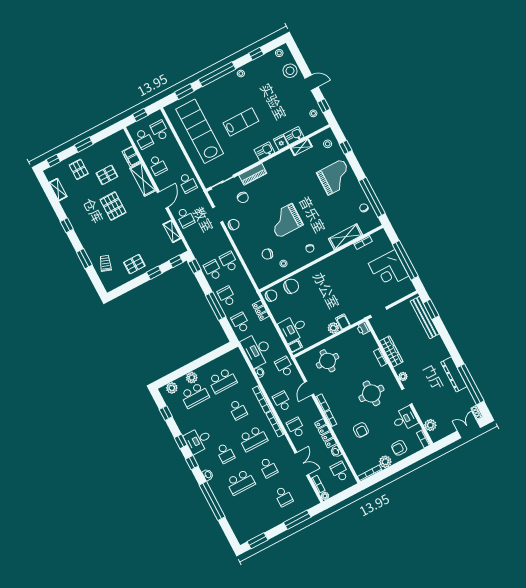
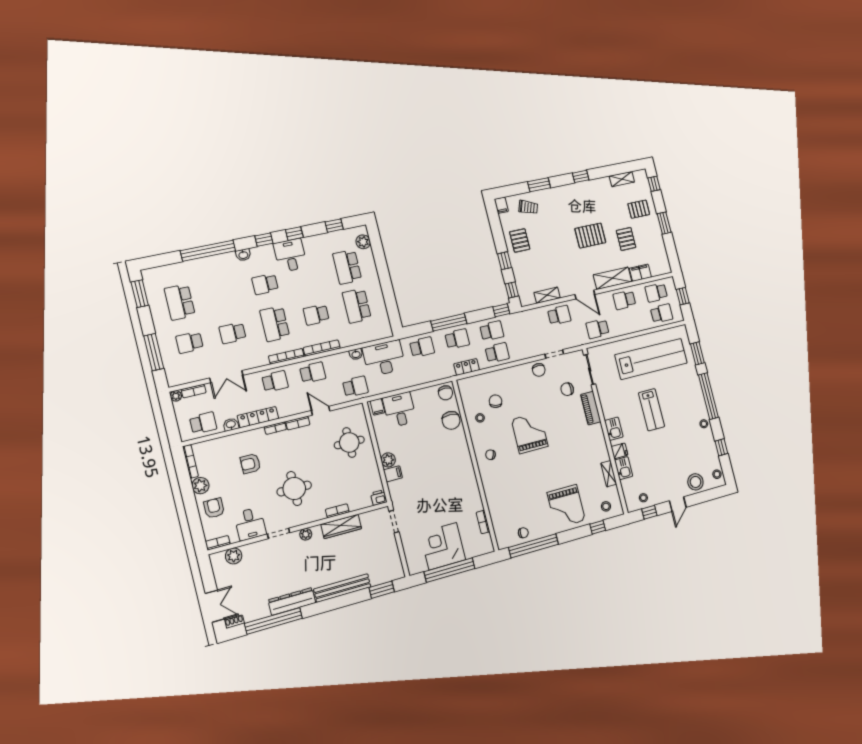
school desk: (185, 218) -> (559, 315), turned 180
shelving: (346, 237) -> (494, 502), removed
filing cabinet: (110, 286) -> (501, 205), added
locker: (261, 310) -> (467, 367), moved
bench: (425, 318) -> (342, 588), moved
plant: (192, 378) -> (370, 269), removed
school desk: (241, 482) -> (180, 302), moved

